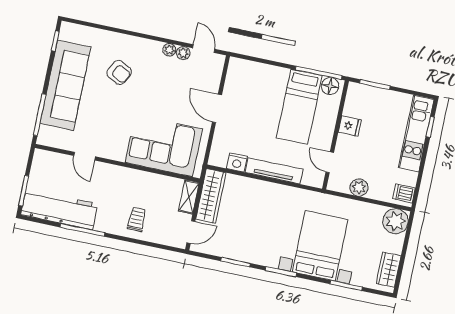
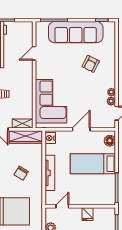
floor lamp: (330, 86) -> (110, 141), moved
bed: (299, 107) -> (93, 164), moved
nightstand: (237, 162) -> (50, 138), moved
chair: (265, 215) -> (21, 173), added

